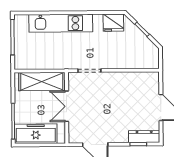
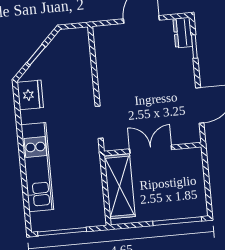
double door: (67, 106) -> (151, 149), swing flipped
freezer: (36, 134) -> (192, 188), removed
dresser: (144, 137) -> (183, 33), width x0.70

